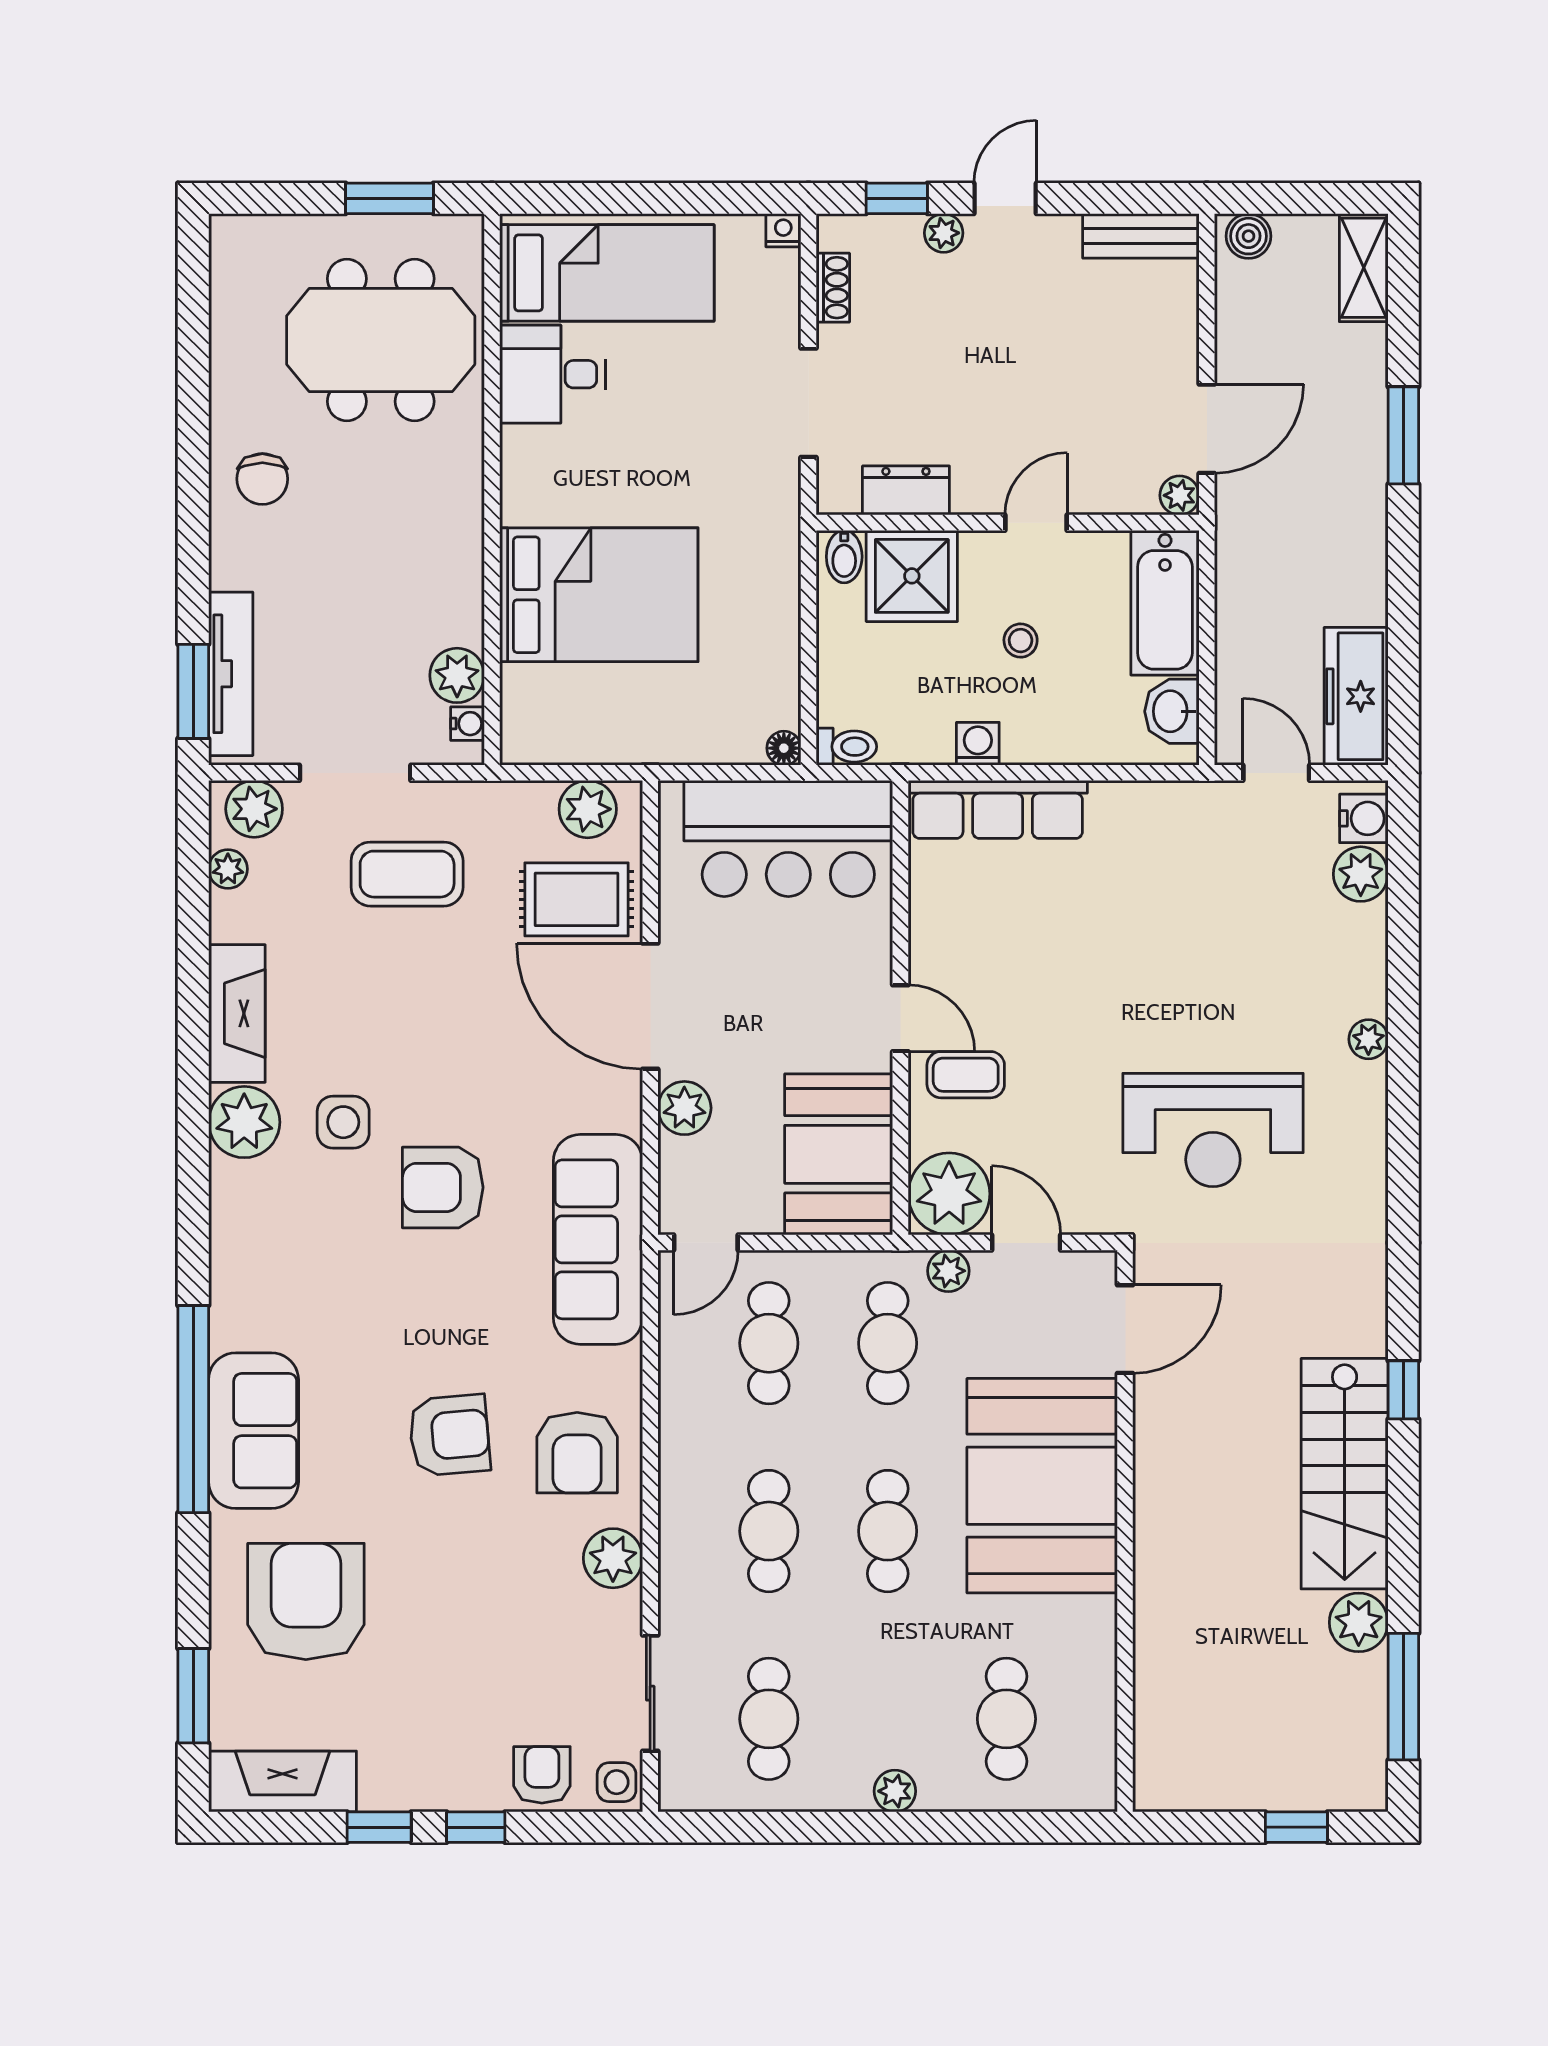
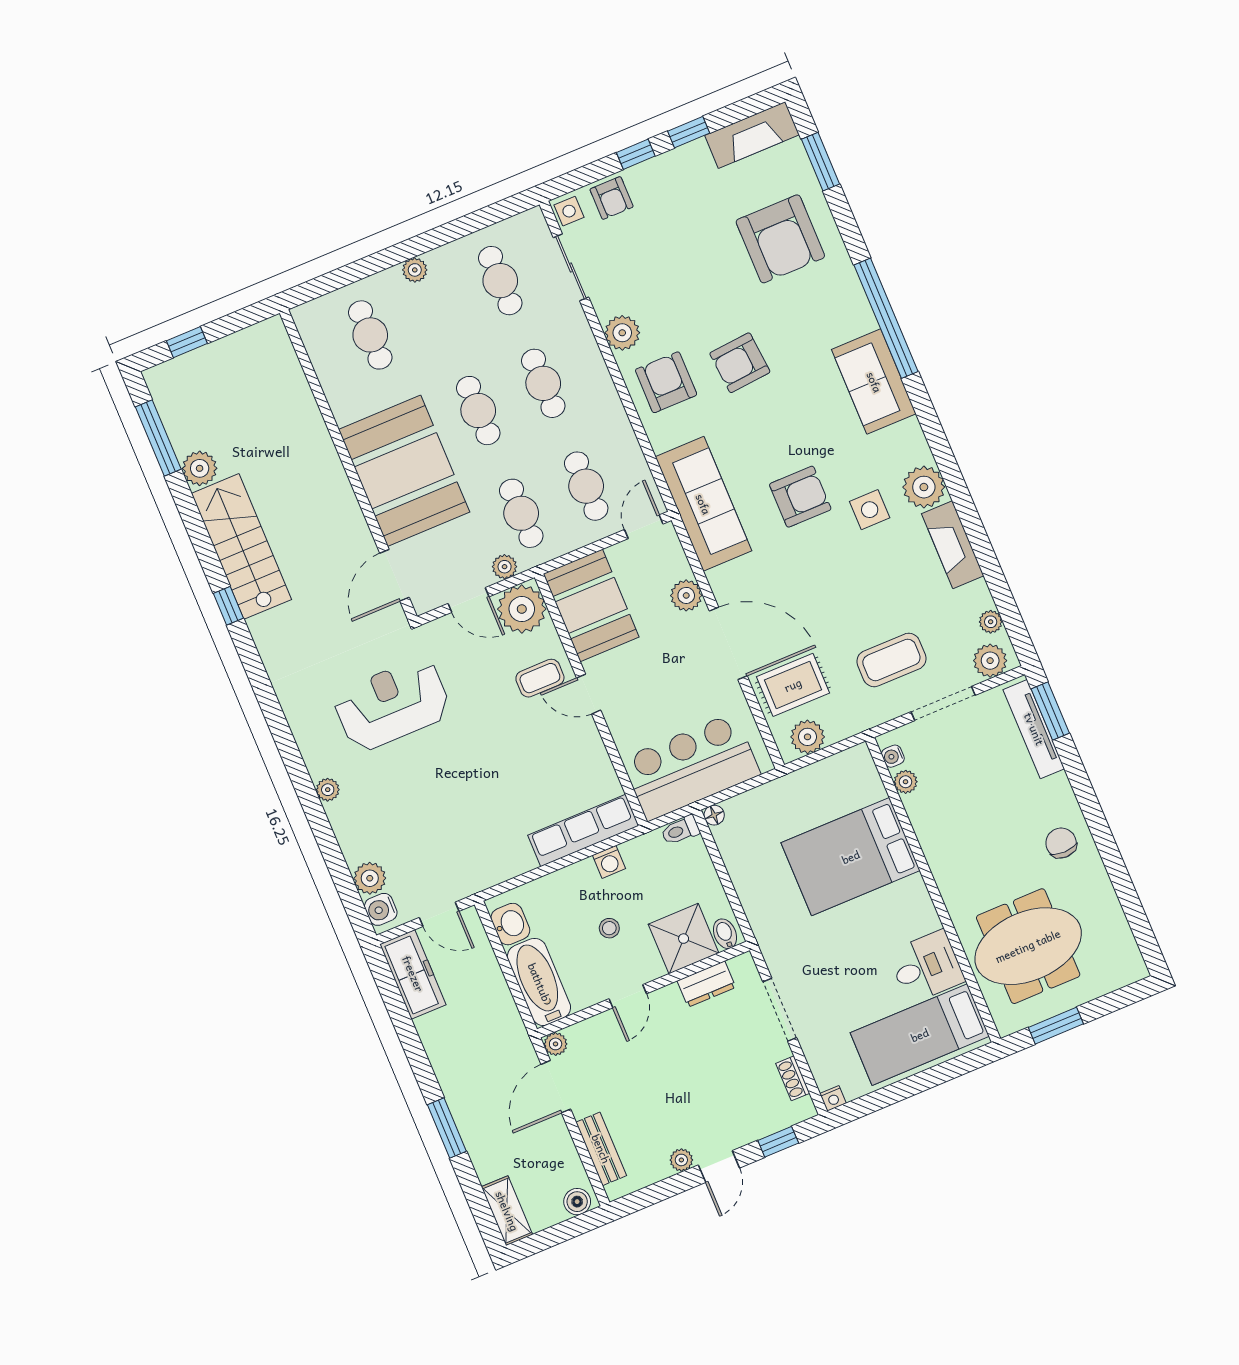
plant: (944, 233) -> (681, 1160), moved
bench: (1141, 236) -> (601, 1149), moved, turned 90
plant: (457, 675) -> (906, 782), width x0.73, depth x0.73
sofa: (254, 1431) -> (874, 382), moved

